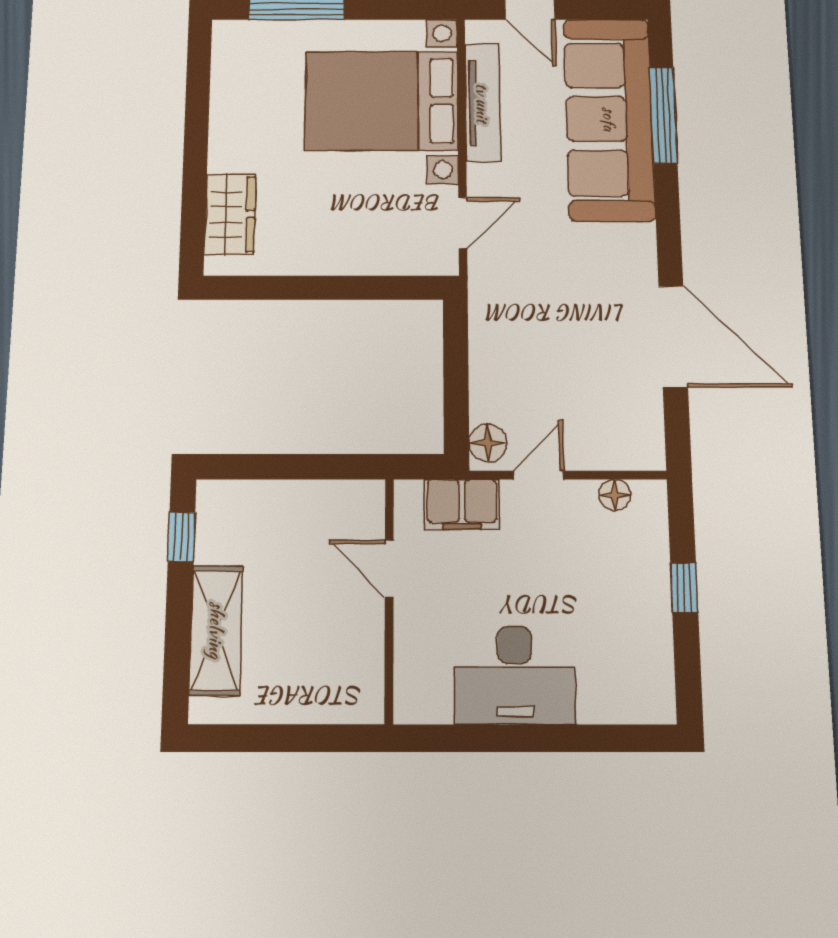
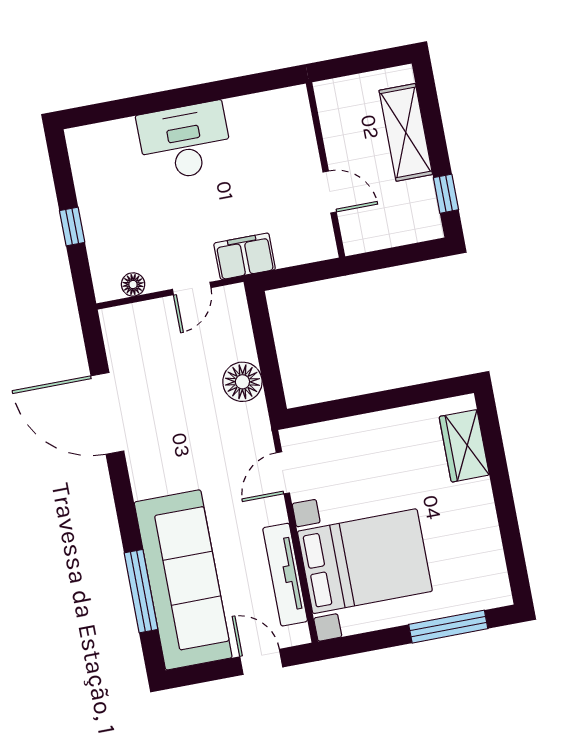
floor lamp: (488, 443) -> (242, 382), moved, width x1.38, depth x1.38
door: (389, 569) -> (330, 192), moved
wall: (389, 600) -> (325, 170), moved

